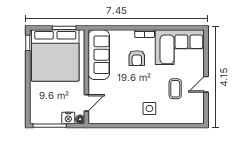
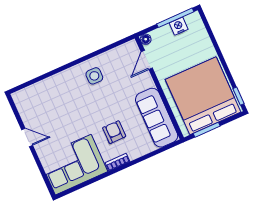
door: (206, 84) -> (27, 137), hinge flipped
coffee table: (175, 89) -> (58, 118), removed
side table: (149, 109) -> (94, 76), moved
nightstand: (68, 118) -> (179, 26), moved

